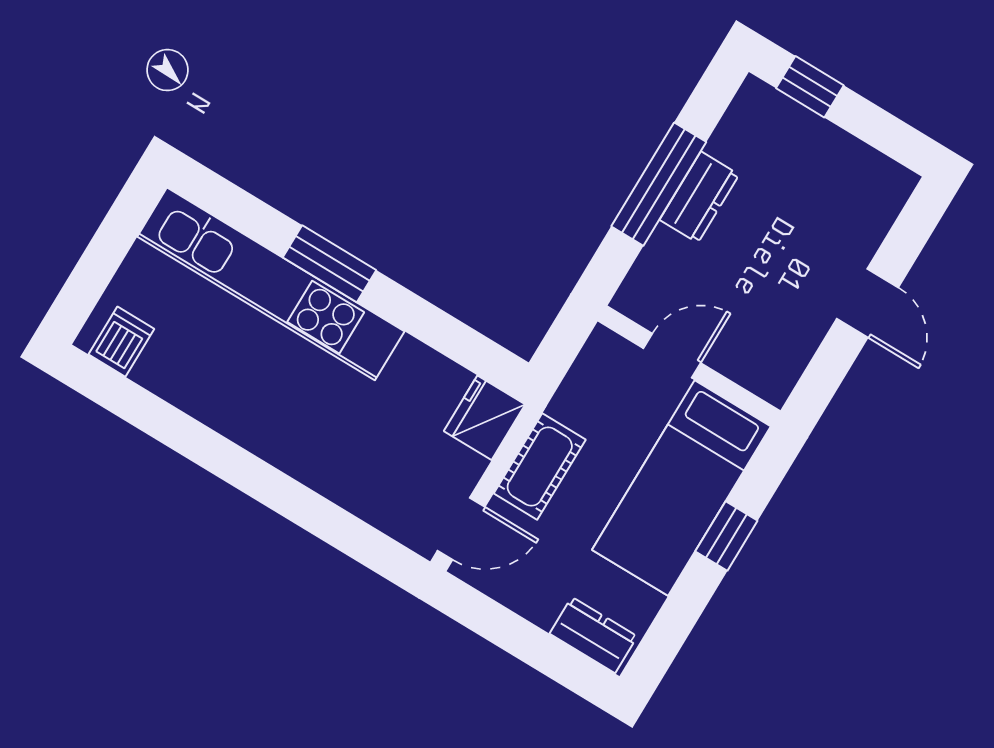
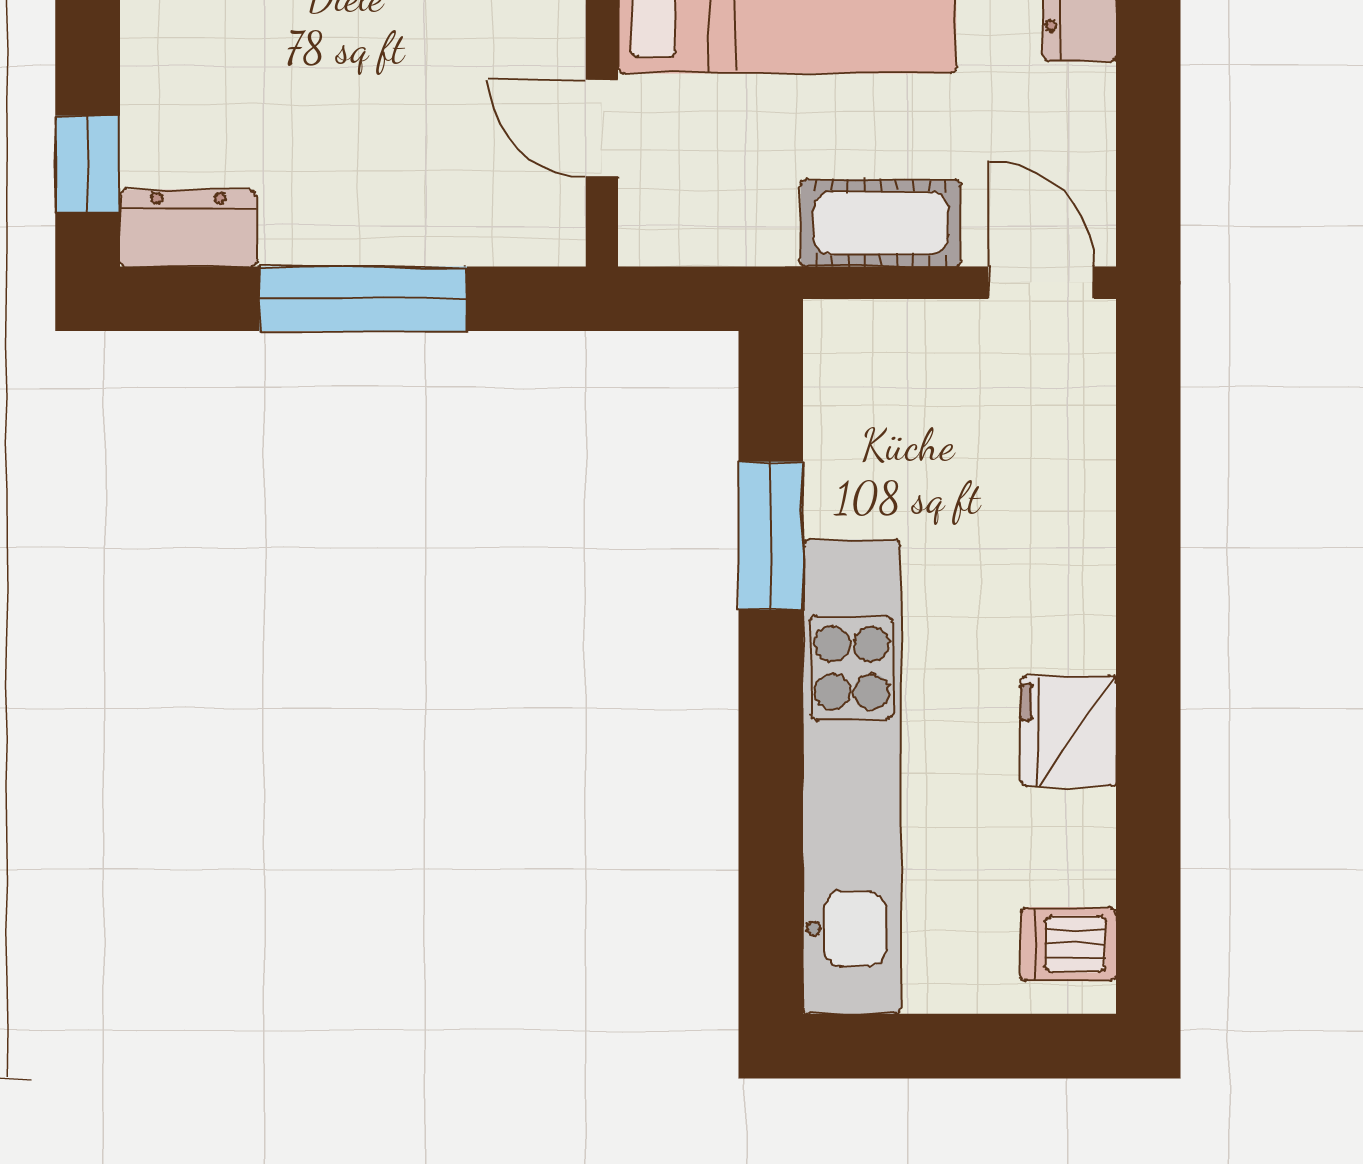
dresser: (699, 197) -> (188, 228), moved
window: (330, 264) -> (771, 536), moved
fridge: (485, 418) -> (1068, 731), moved, turned 90

